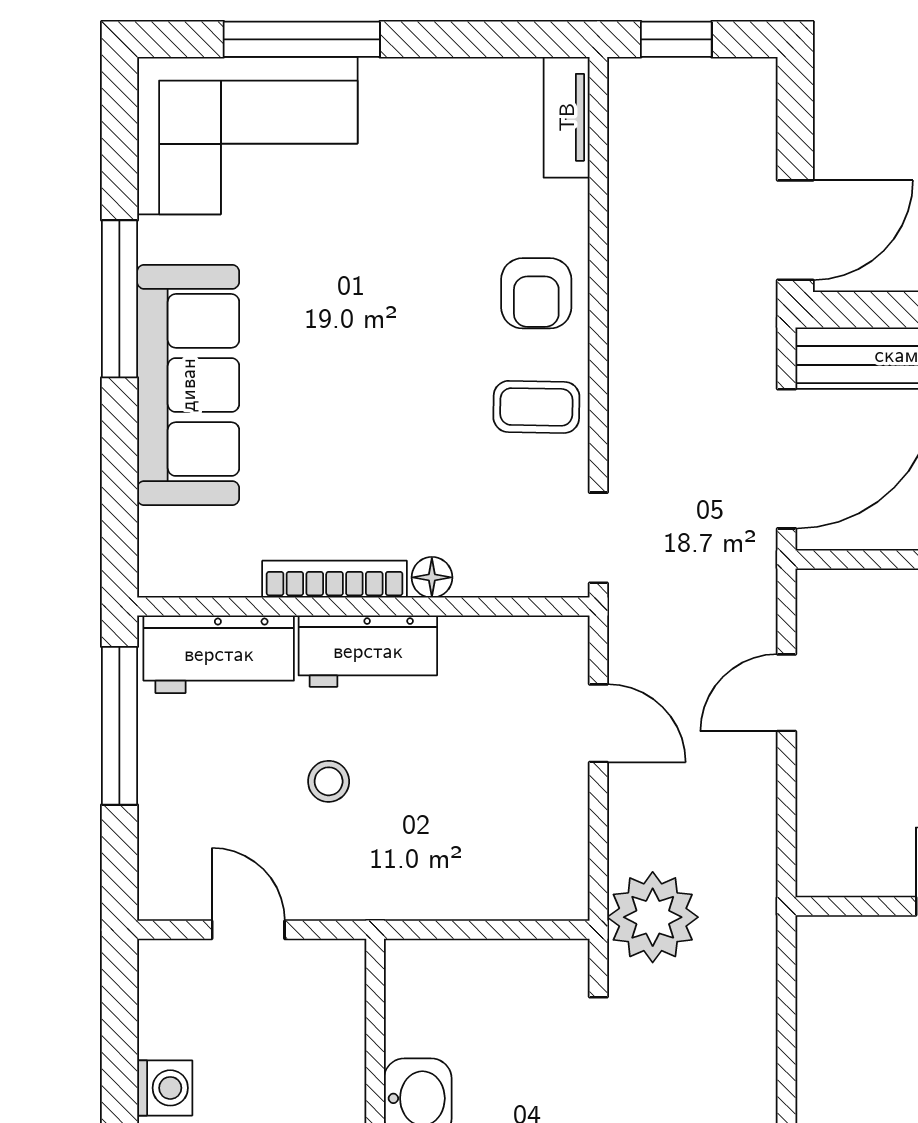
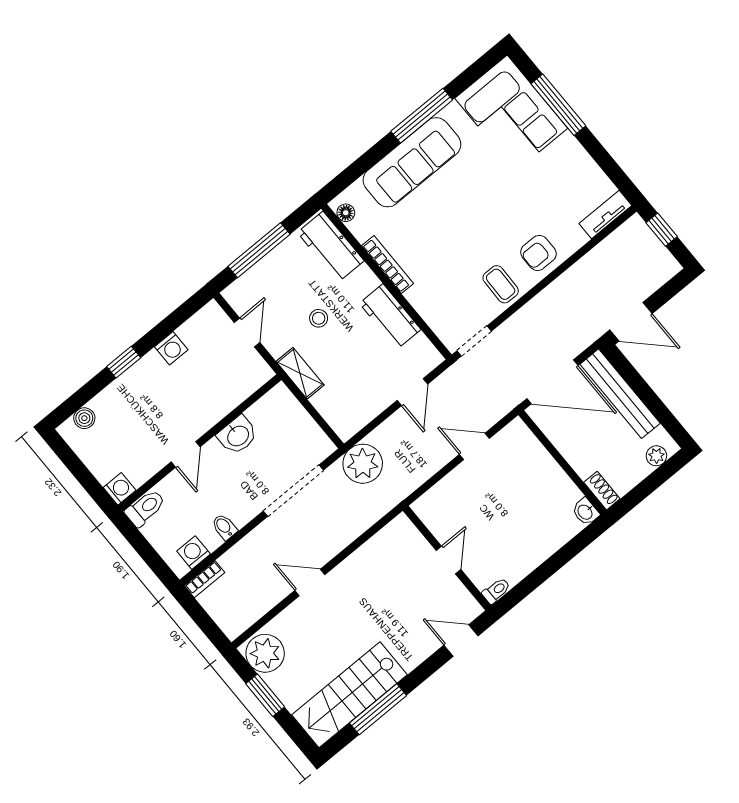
floor lamp: (432, 577) -> (346, 213), moved
workbench: (368, 651) -> (390, 316), moved
window: (119, 726) -> (259, 250), moved
shelving: (399, 896) -> (300, 373), added

